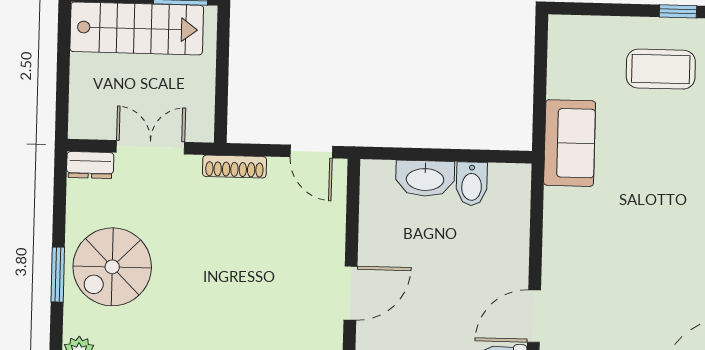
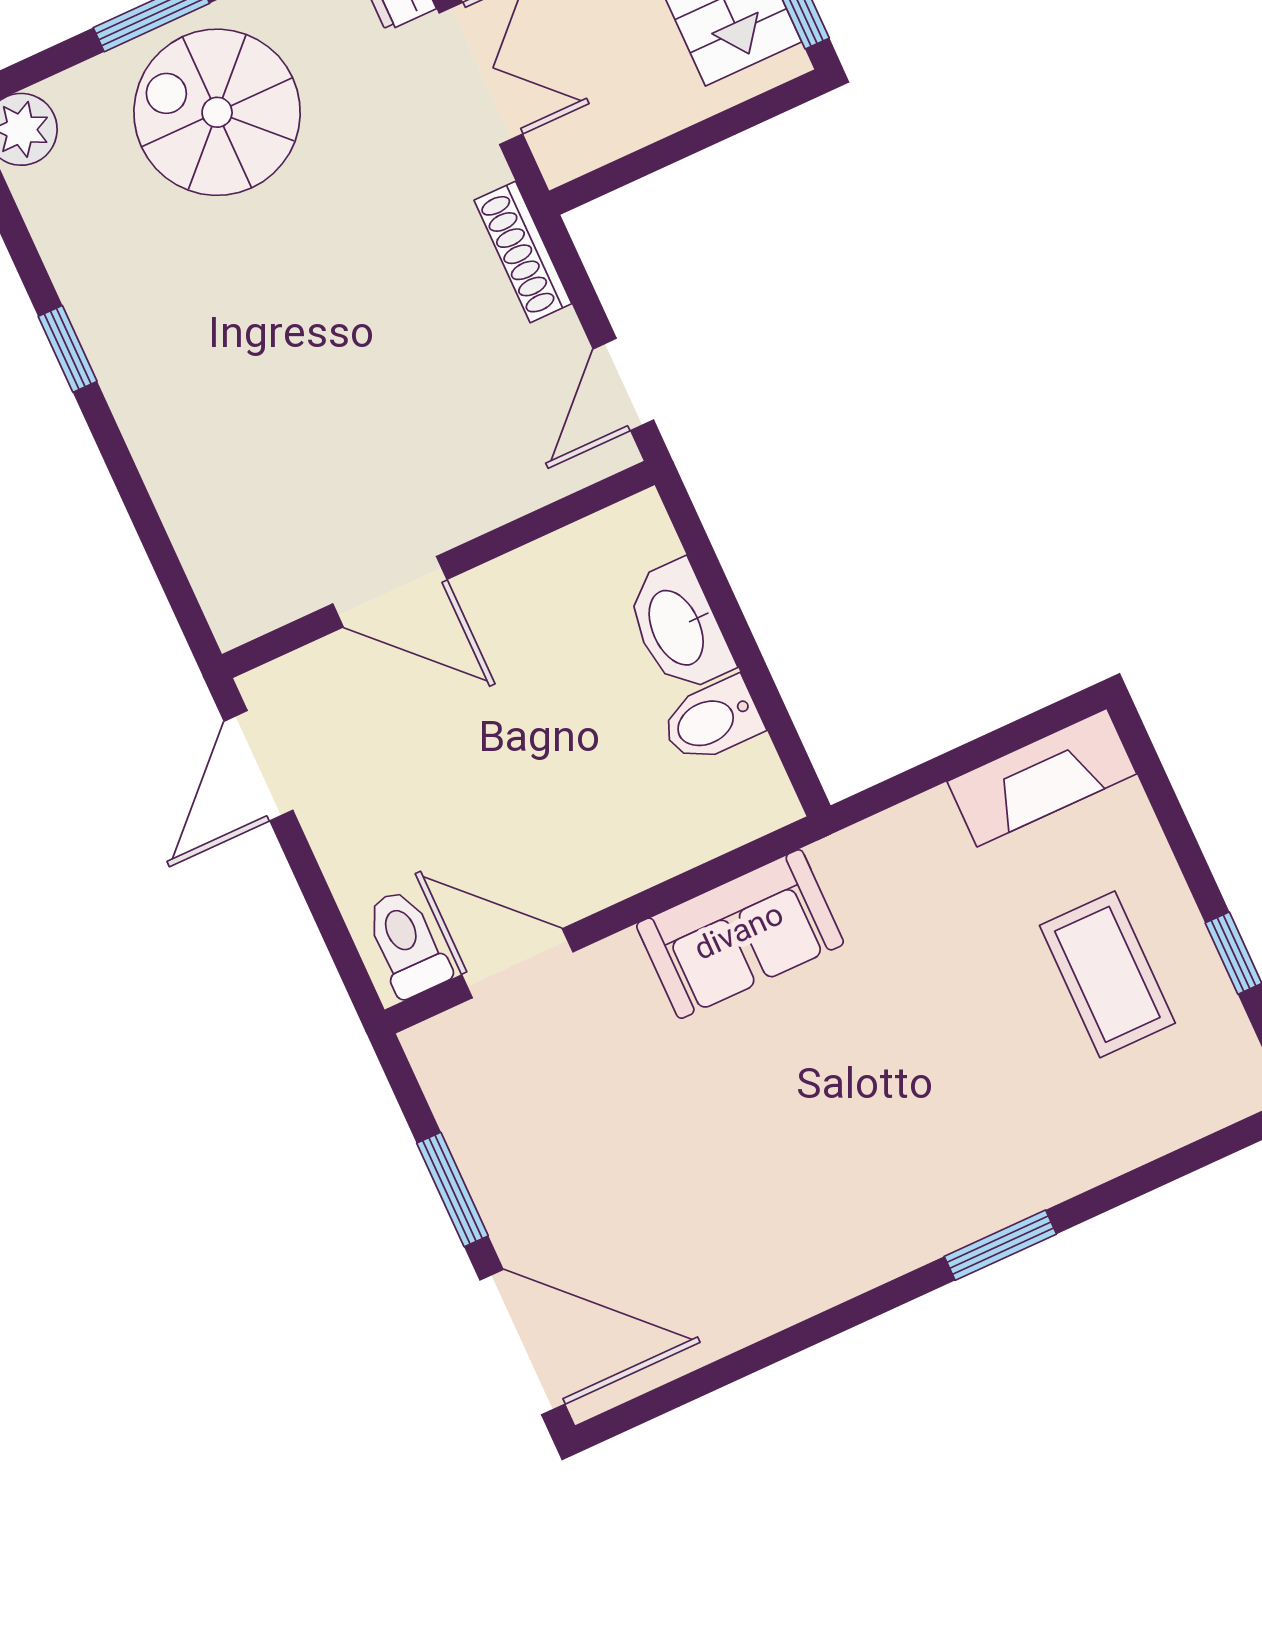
fireplace: (564, 56) -> (1042, 778), added
sofa: (570, 143) -> (740, 934), moved

